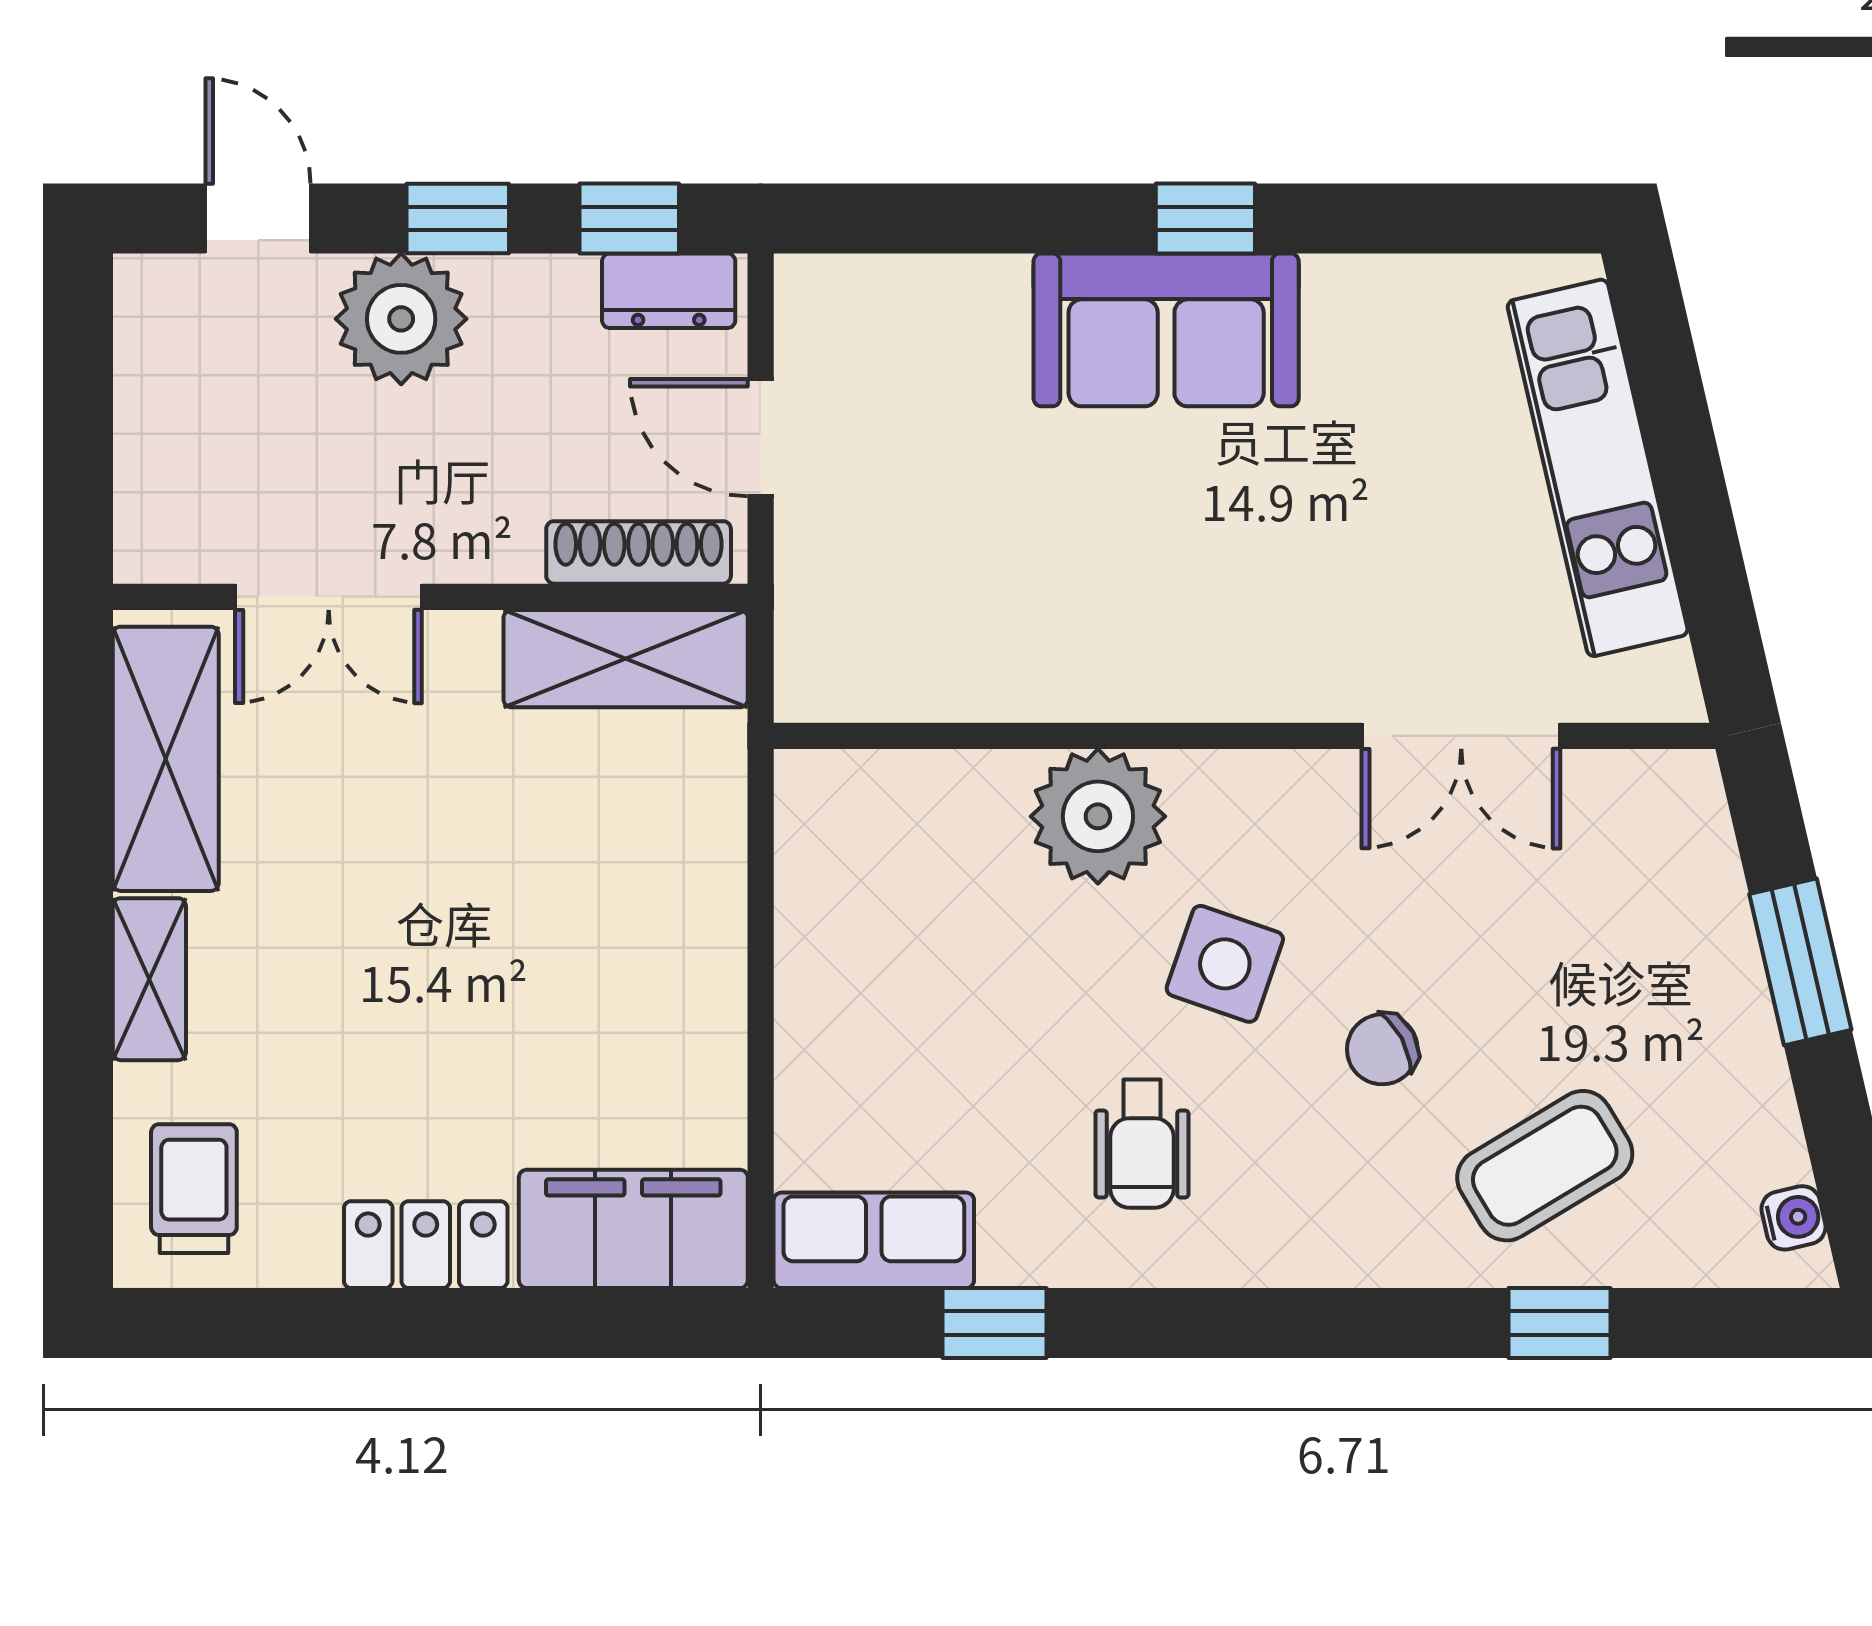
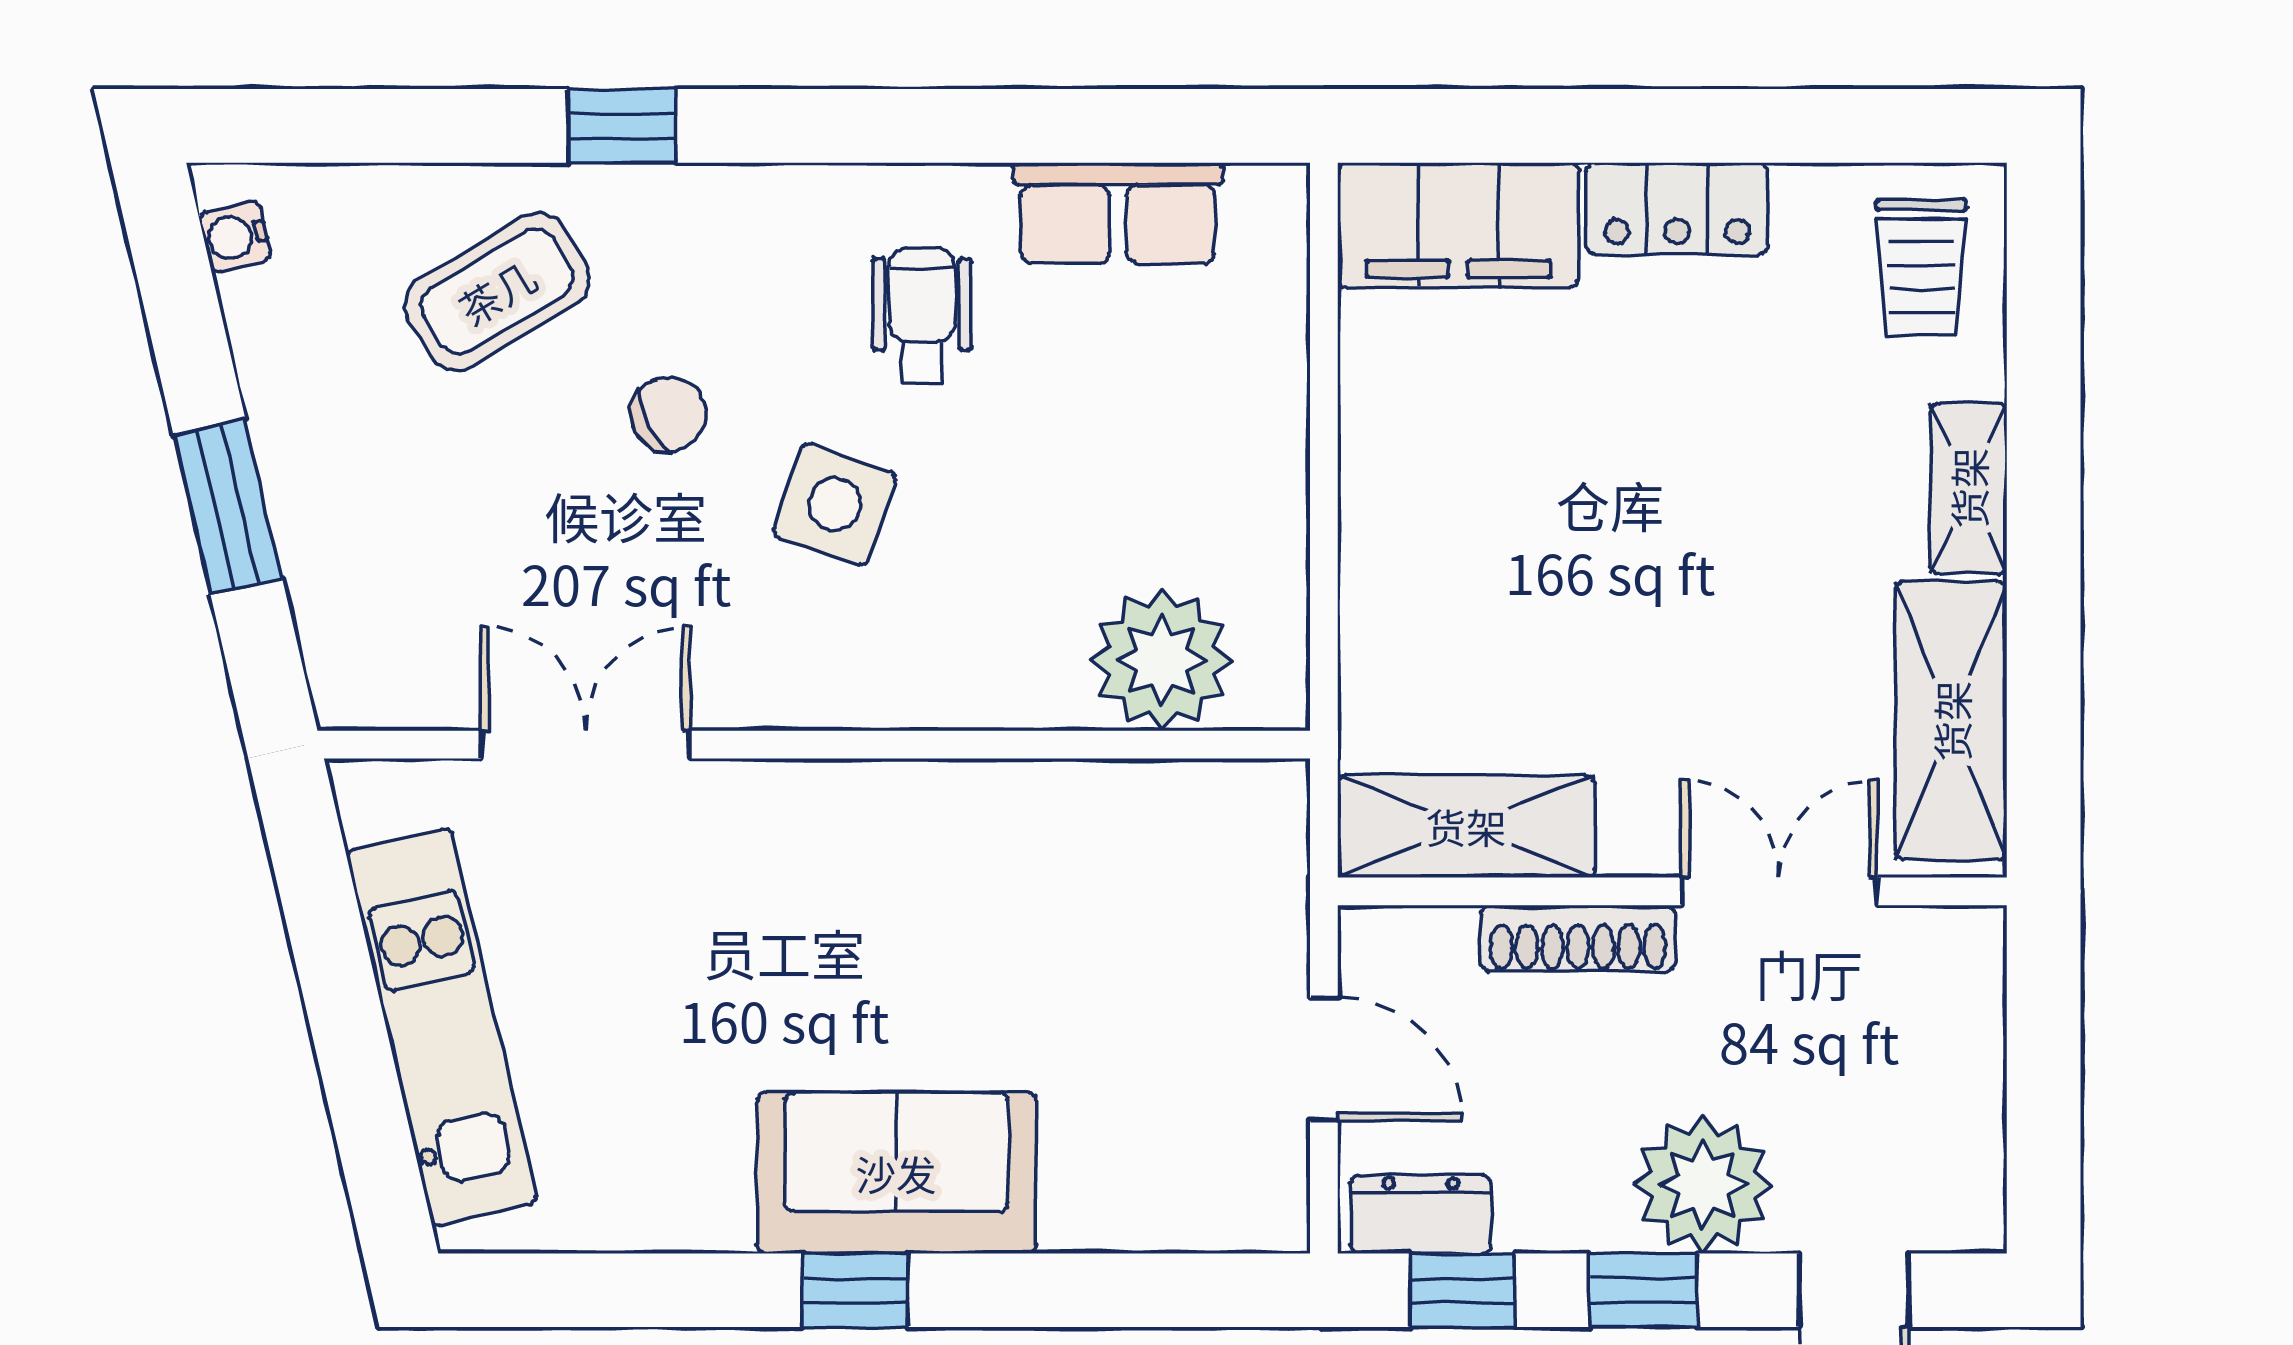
shoe rack: (639, 552) -> (1578, 938), moved
plant: (1098, 816) -> (1162, 660), moved
row of seats: (874, 1240) -> (1118, 213), moved
window: (995, 1323) -> (1077, 126), removed
window: (1559, 1323) -> (622, 126), moved

